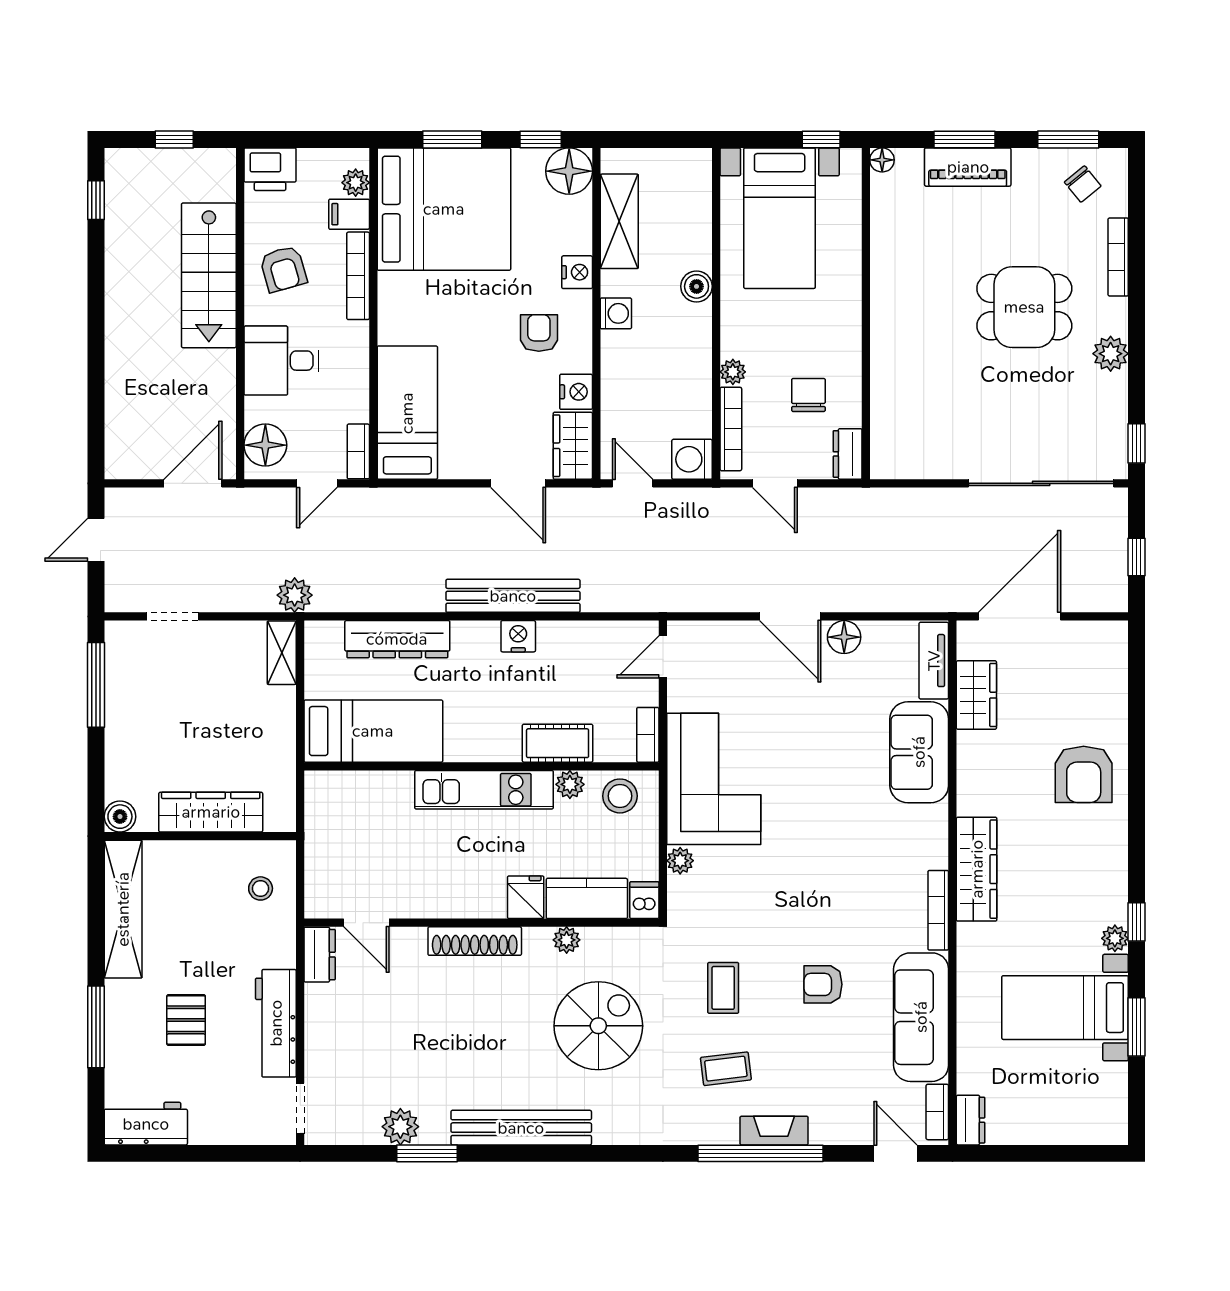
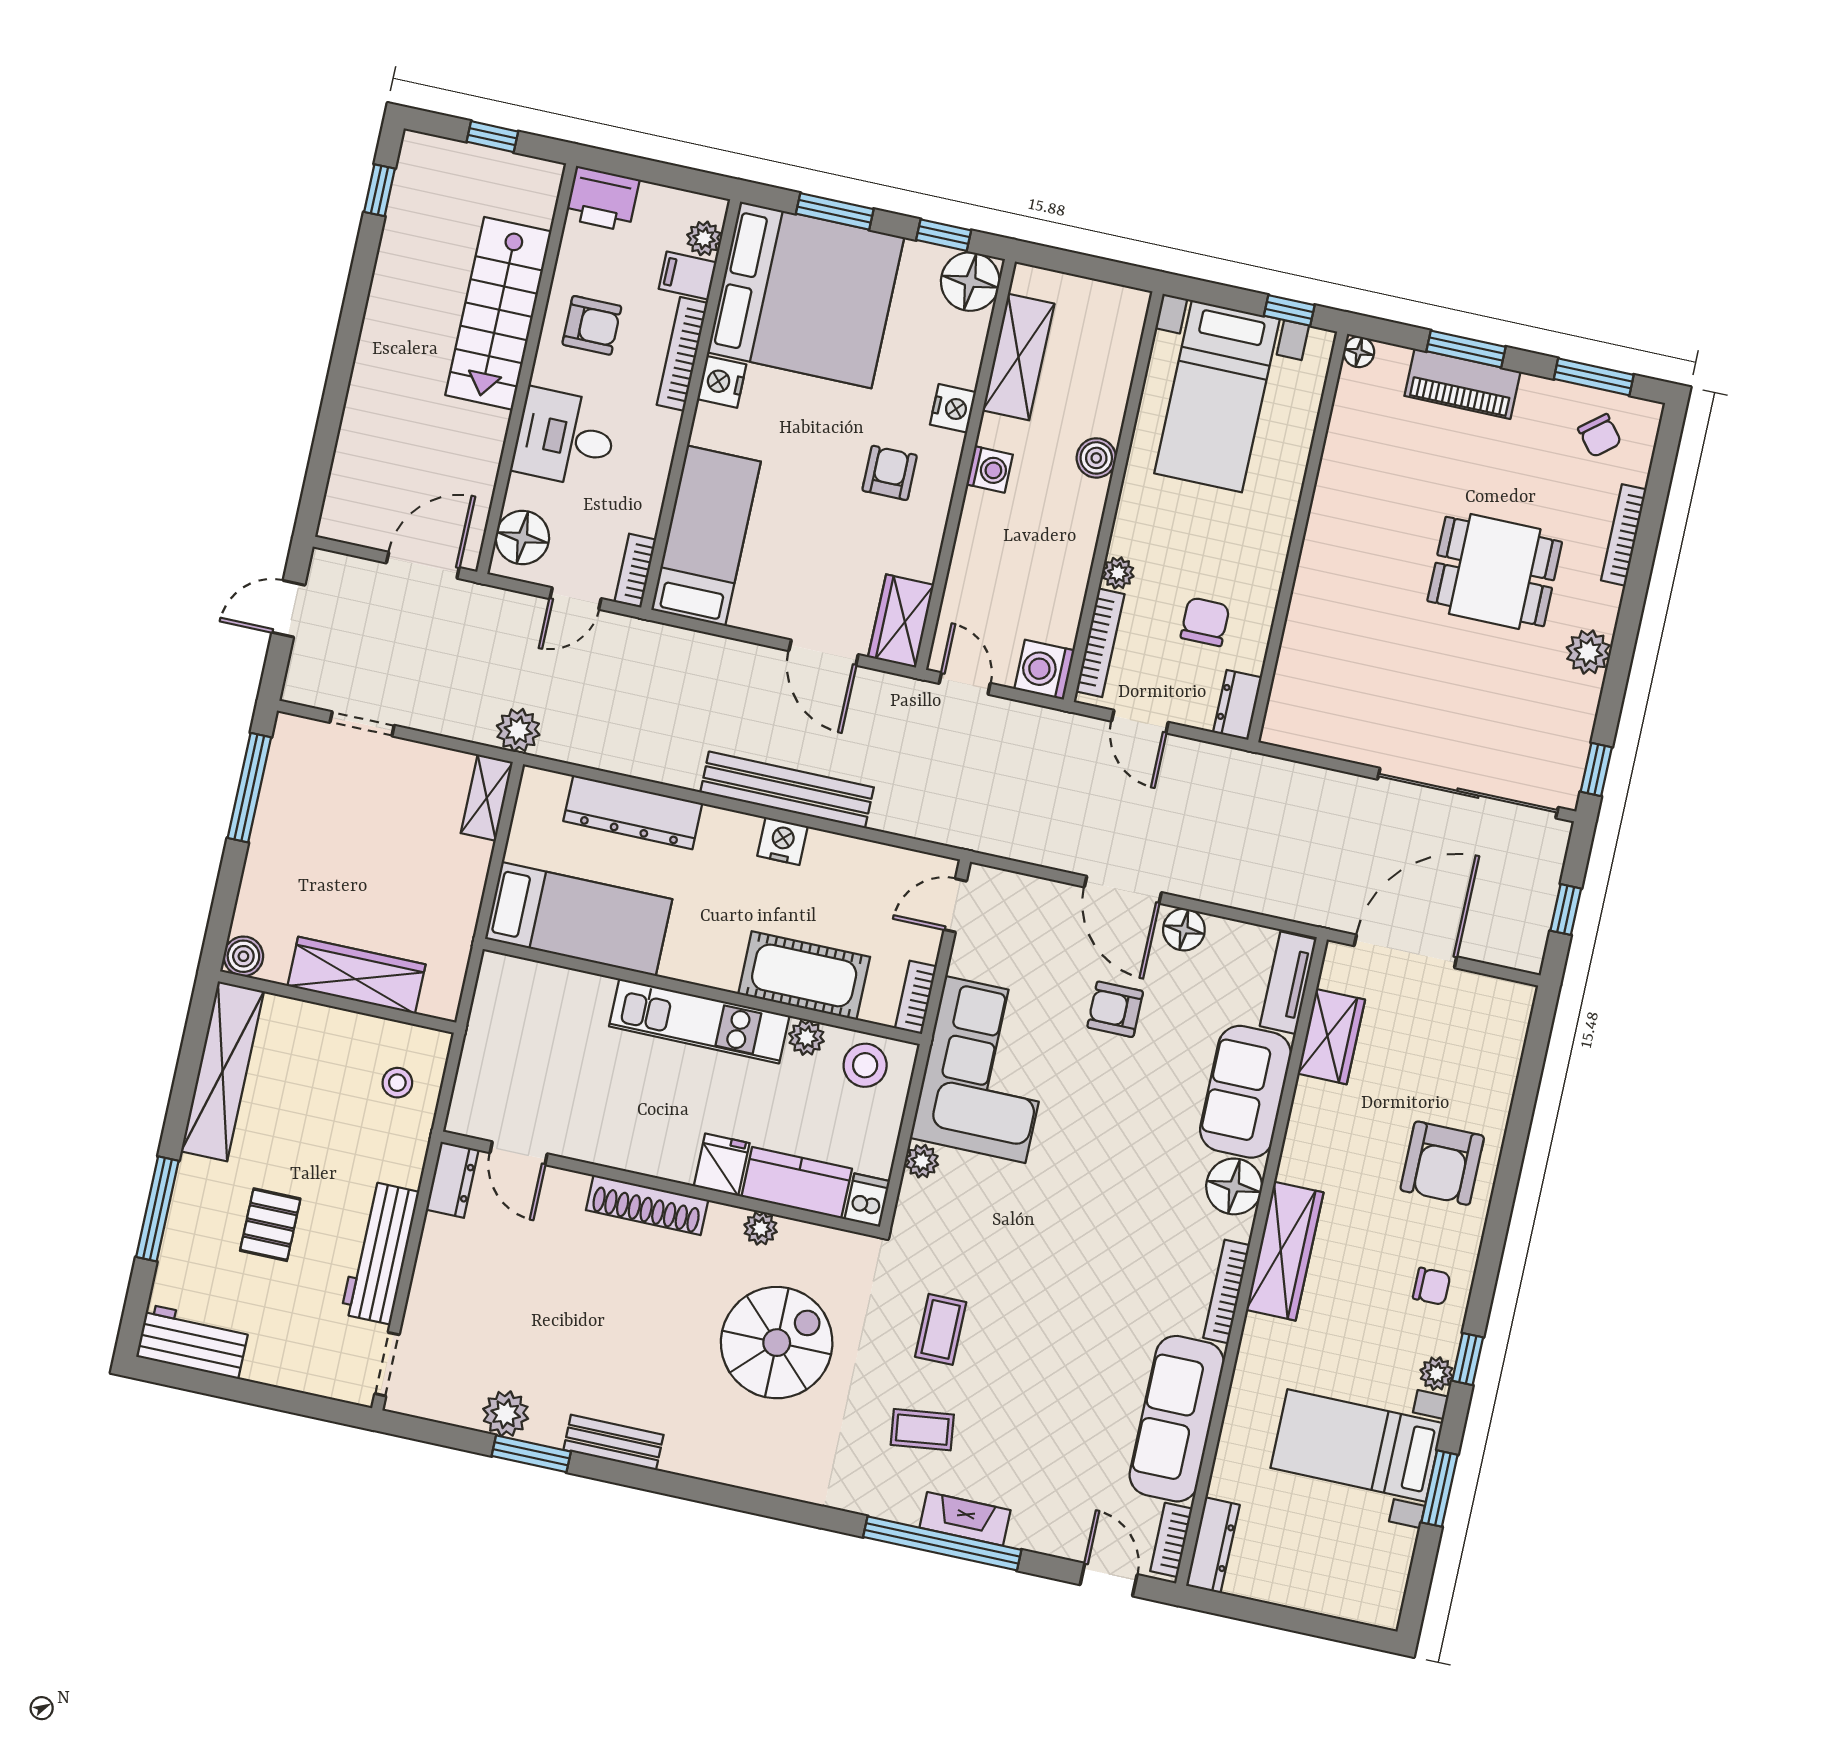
armchair: (283, 269) -> (592, 325), turned -74
nightstand: (576, 392) -> (722, 382), moved, turned 180
cot: (558, 743) -> (804, 975), width x1.37, depth x1.34
floor lamp: (926, 828) -> (1234, 1186), added
chair: (1096, 872) -> (1432, 1286), added
armchair: (823, 984) -> (1115, 1009), moved
dresser: (970, 1120) -> (1213, 1545), width x1.44
bench: (521, 1128) -> (613, 1442), width x0.54, depth x0.82

